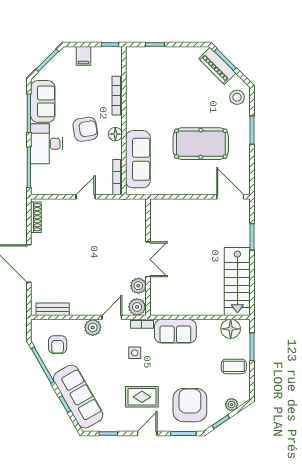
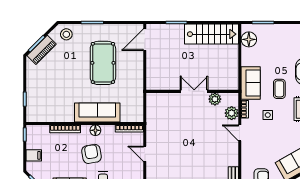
sofa: (138, 159) -> (97, 112), moved
wall: (148, 257) -> (192, 91), moved
double door: (148, 259) -> (194, 91), moved
plant: (138, 286) -> (215, 99), moved
plant: (93, 327) -> (248, 148), removed
coffee table: (234, 366) -> (279, 89), moved

